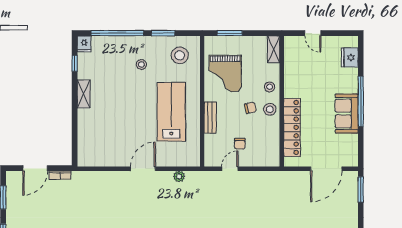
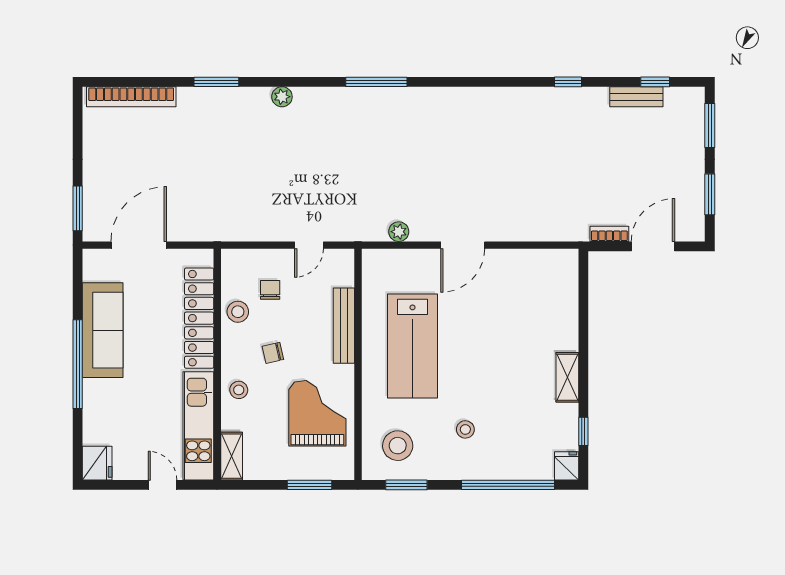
window: (163, 33) -> (406, 485), moved
fridge: (350, 57) -> (97, 463), moved
kitchen unit: (292, 67) -> (198, 426), added
stool: (270, 109) -> (238, 312), moved
sofa: (347, 114) -> (103, 330), width x1.36
bench: (210, 118) -> (344, 326), width x1.36
chair: (240, 144) -> (270, 290), moved

